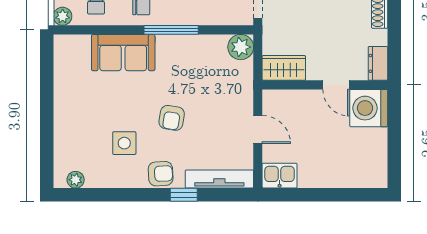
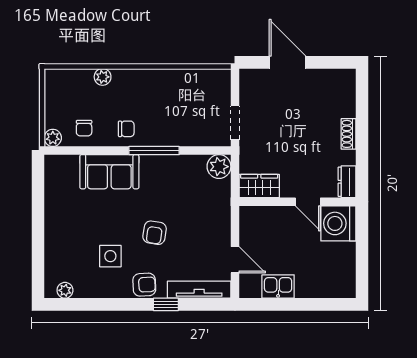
door: (258, 129) -> (235, 260), moved
kitchen sink: (280, 176) -> (278, 286), moved

